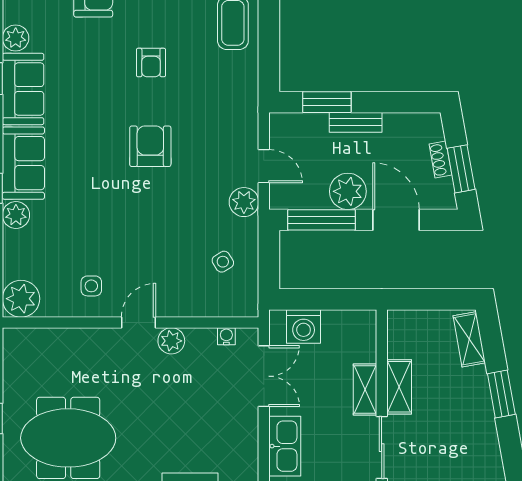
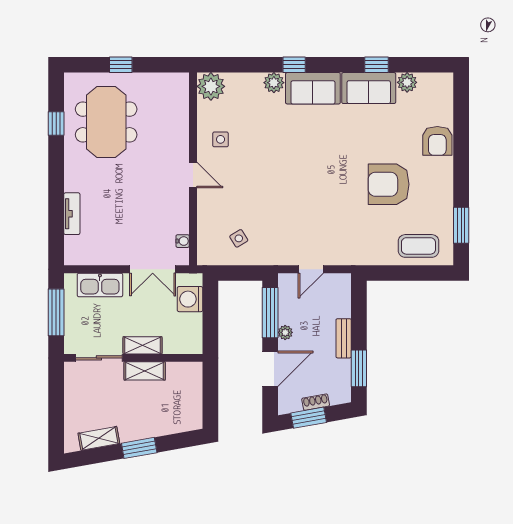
armchair: (151, 63) -> (389, 184), width x1.88, depth x1.88
window: (327, 102) -> (359, 368), moved
armchair: (150, 146) -> (326, 184), removed
plant: (348, 191) -> (285, 332), width x0.53, depth x0.53
plant: (244, 202) -> (284, 254), removed
shelving: (469, 339) -> (99, 438), moved
plant: (171, 341) -> (179, 200), removed

